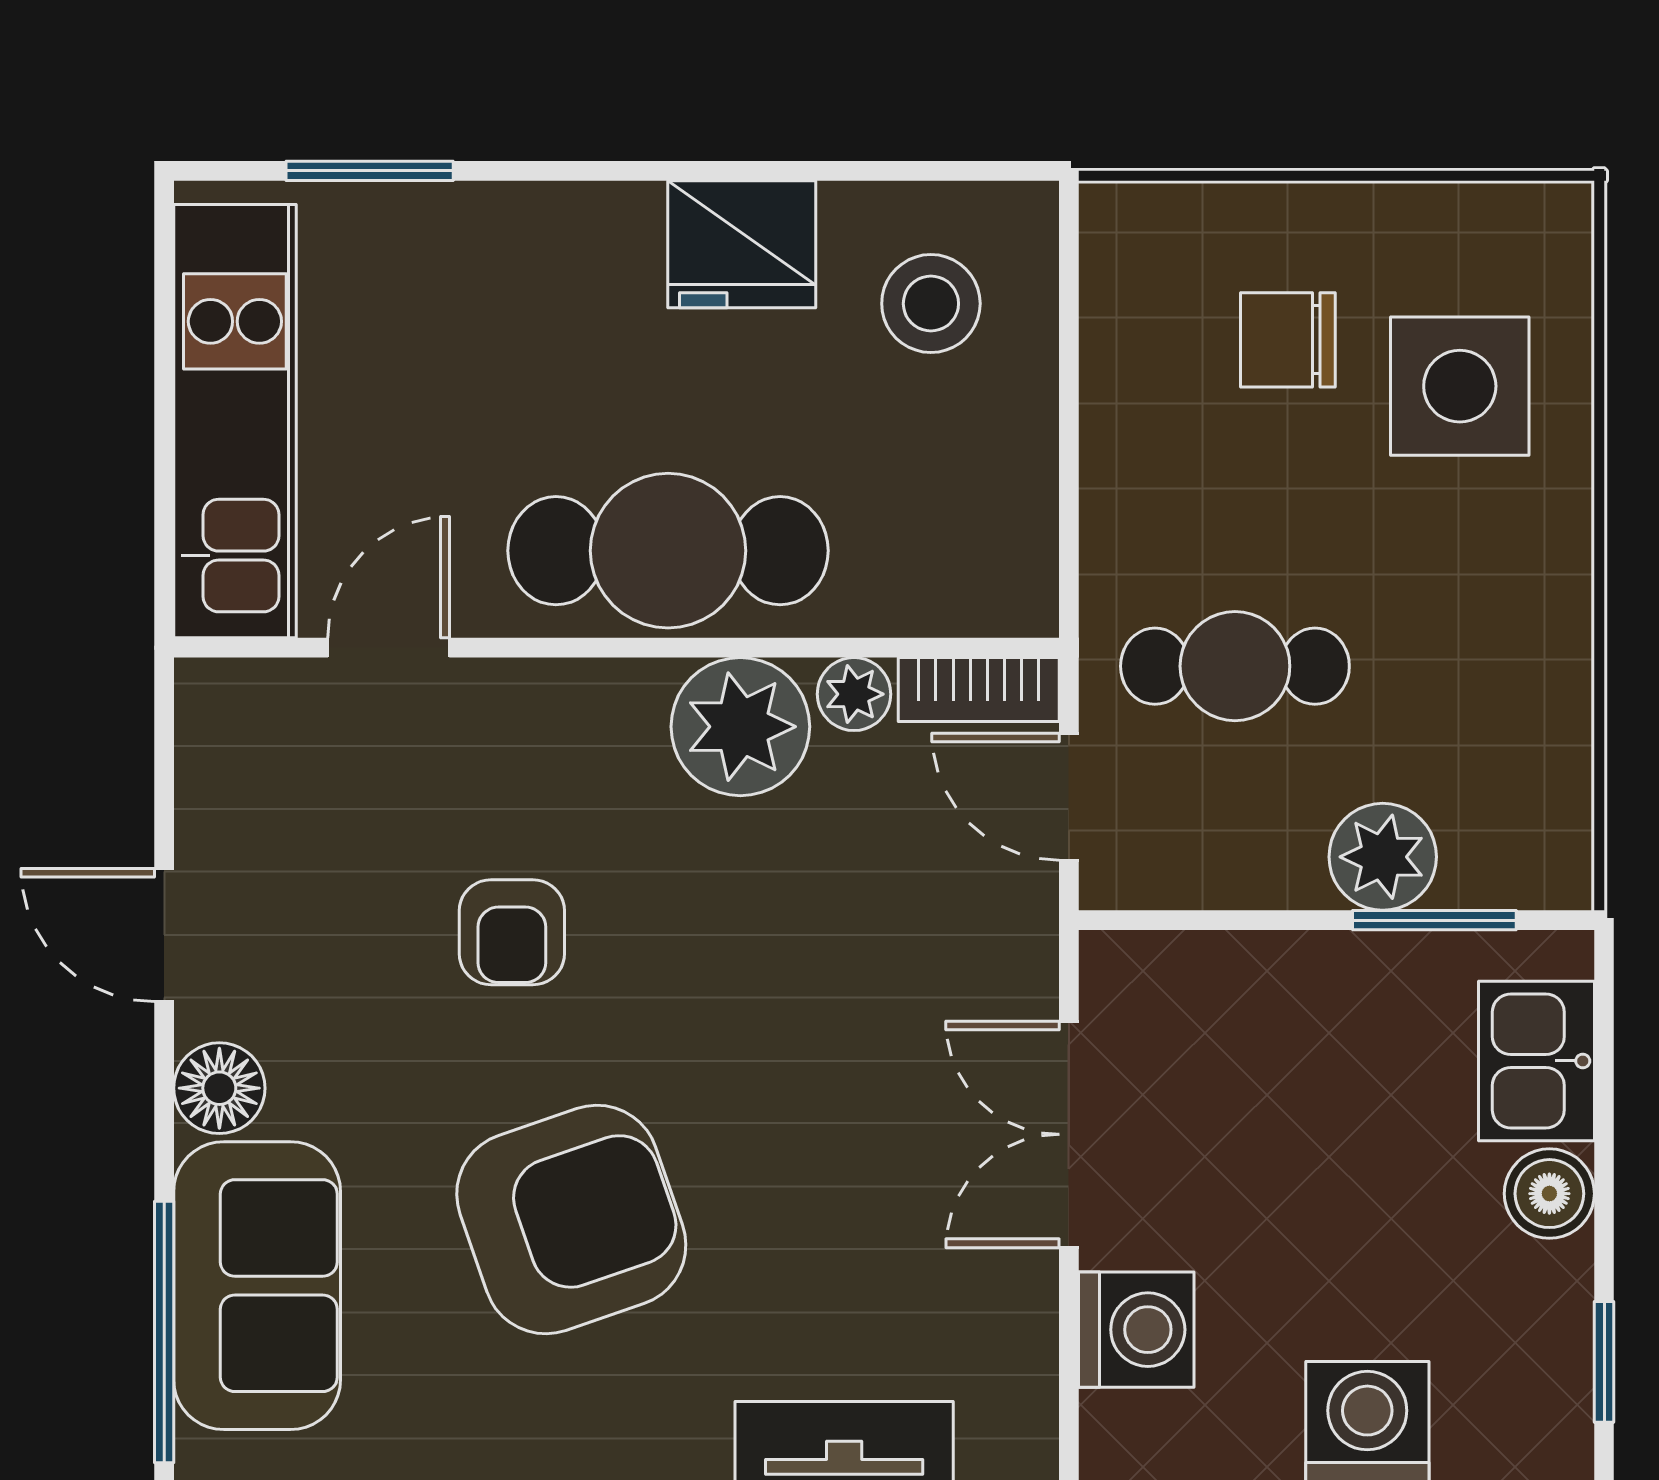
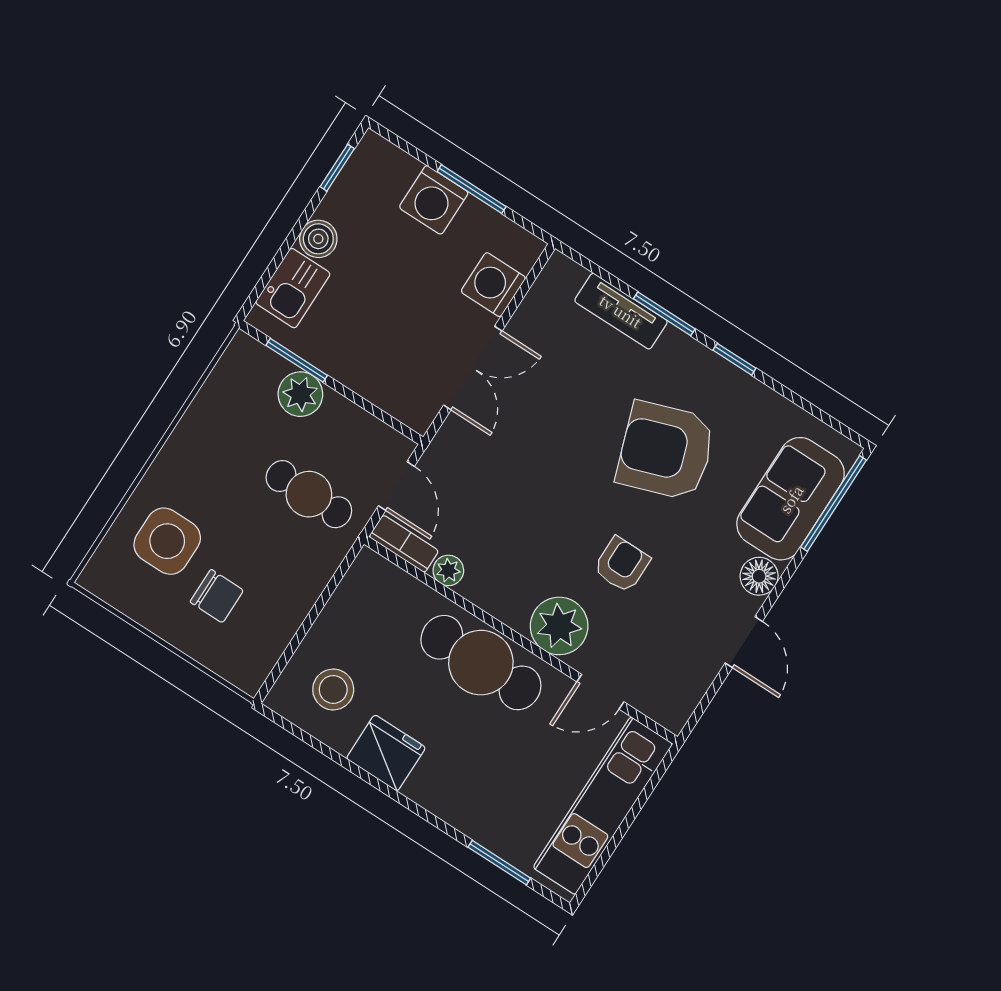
plant: (740, 727) -> (559, 626), moved

